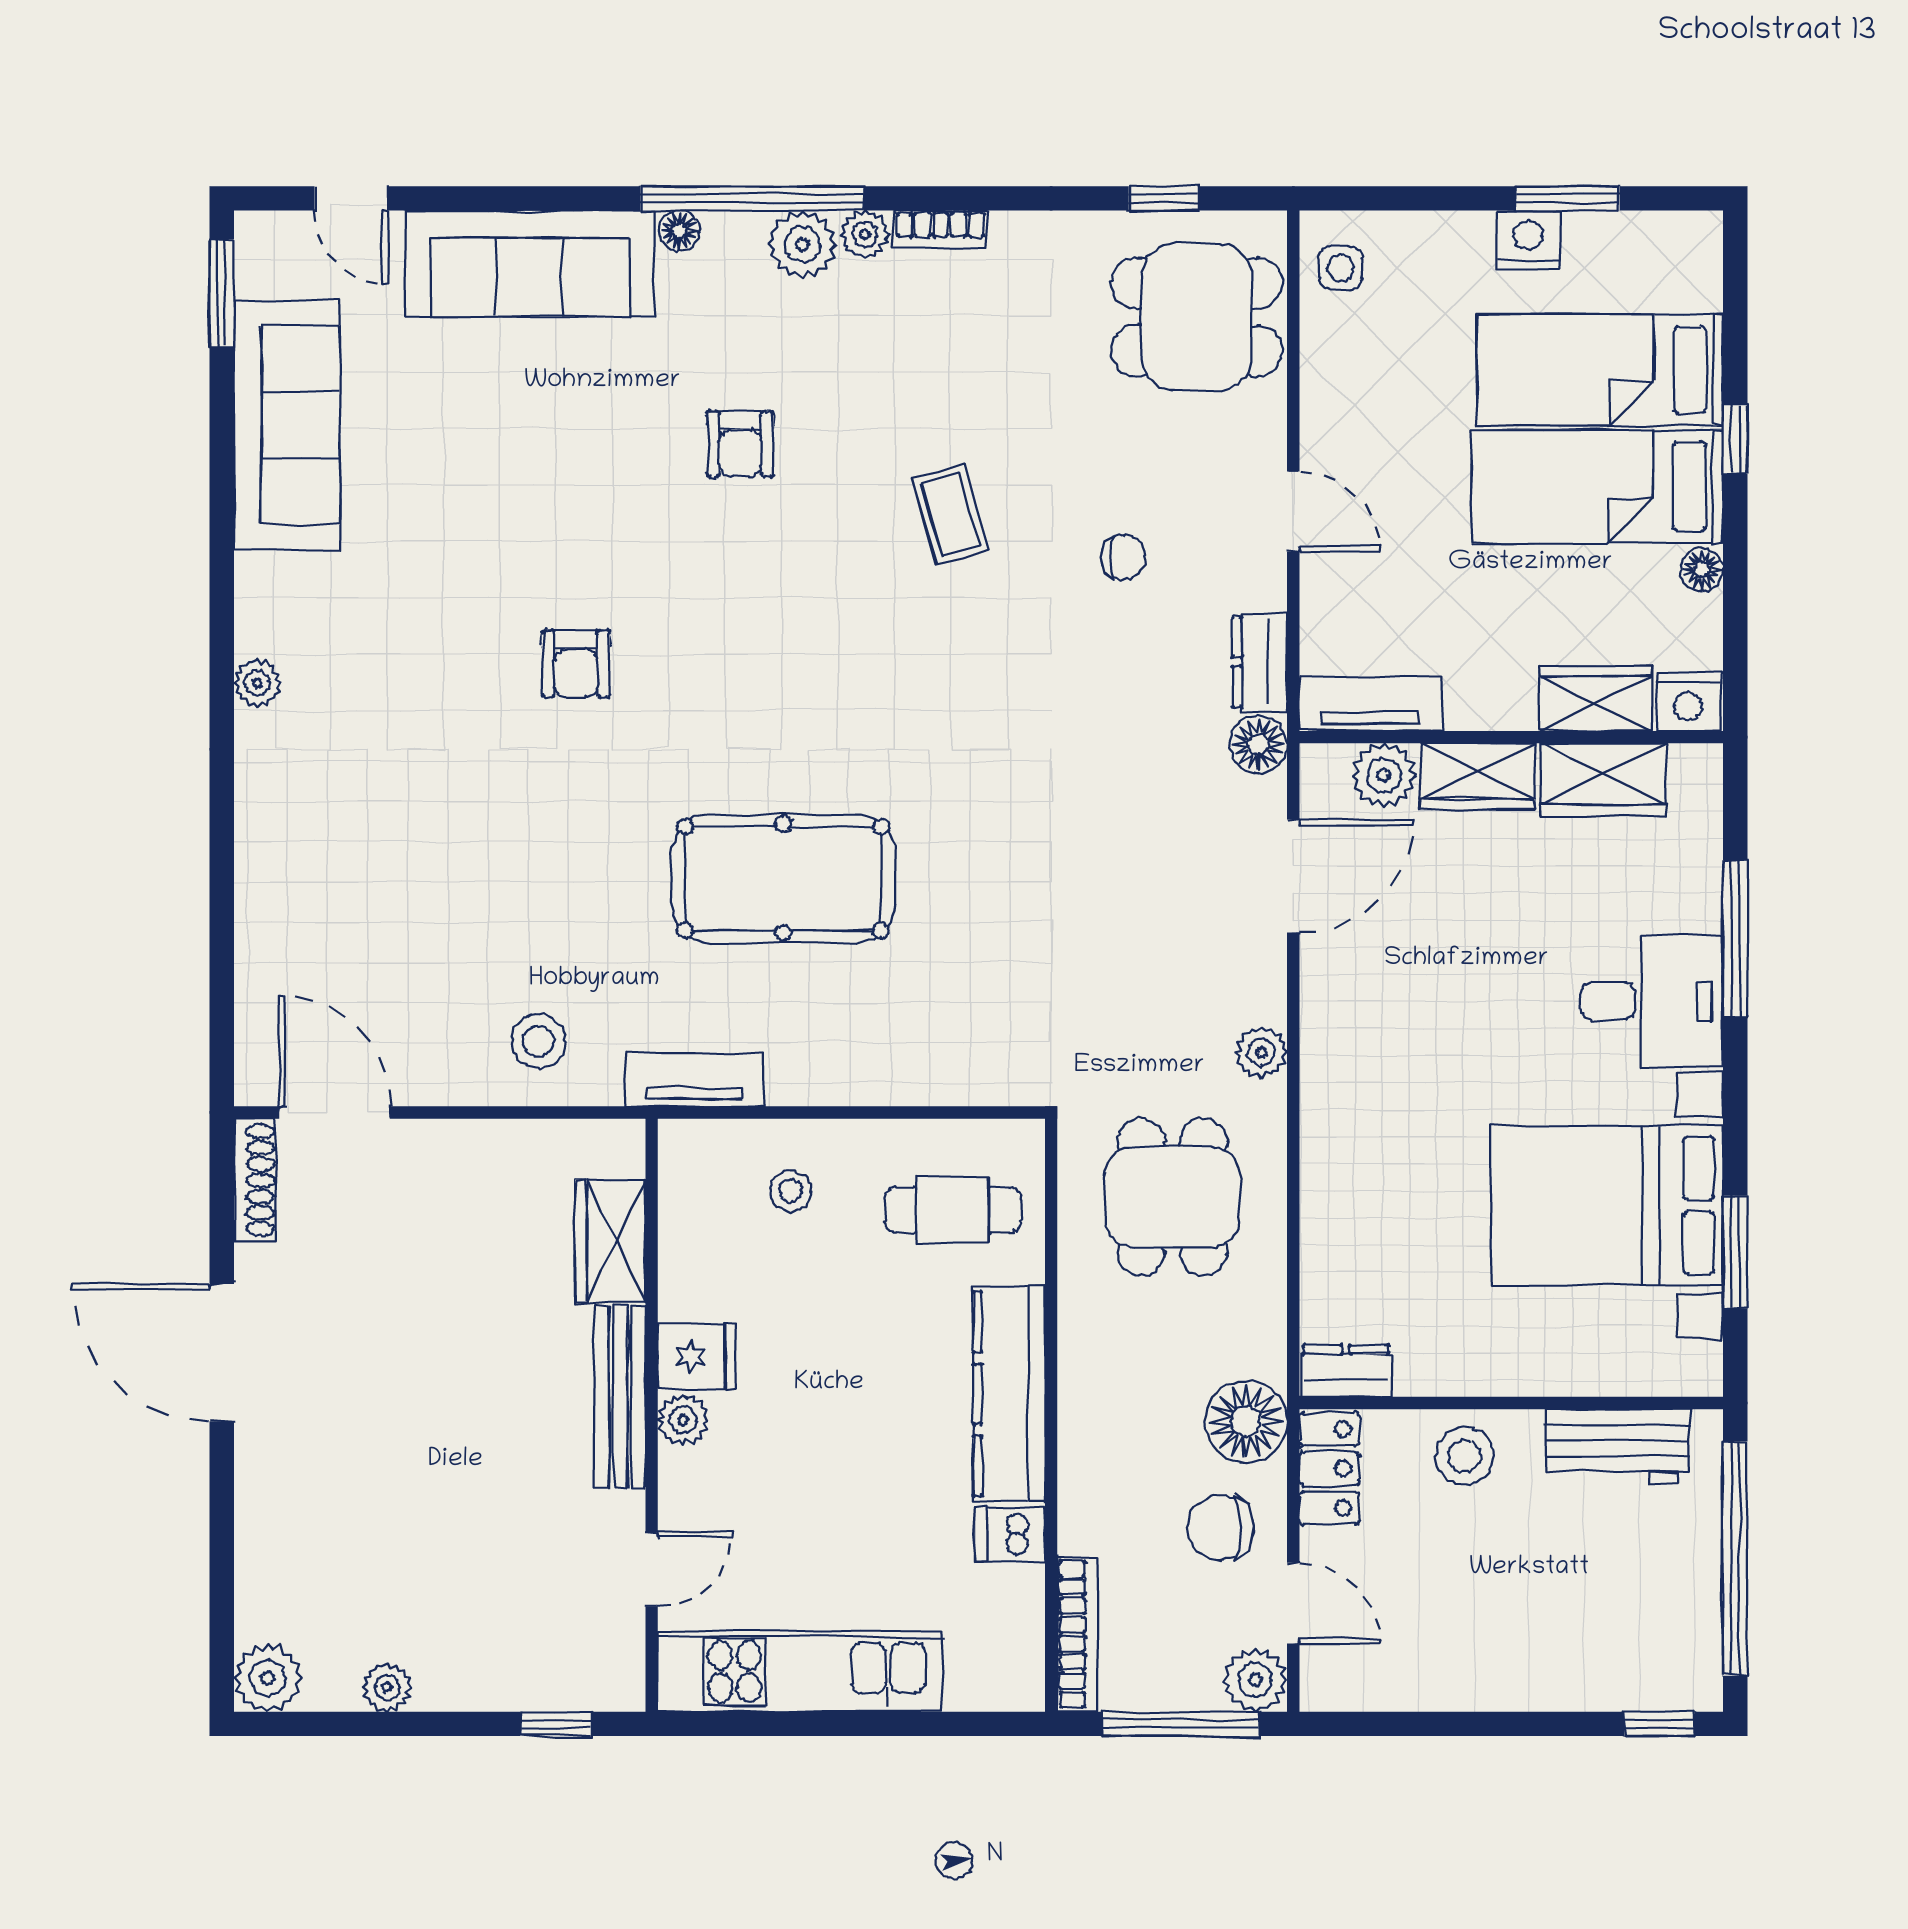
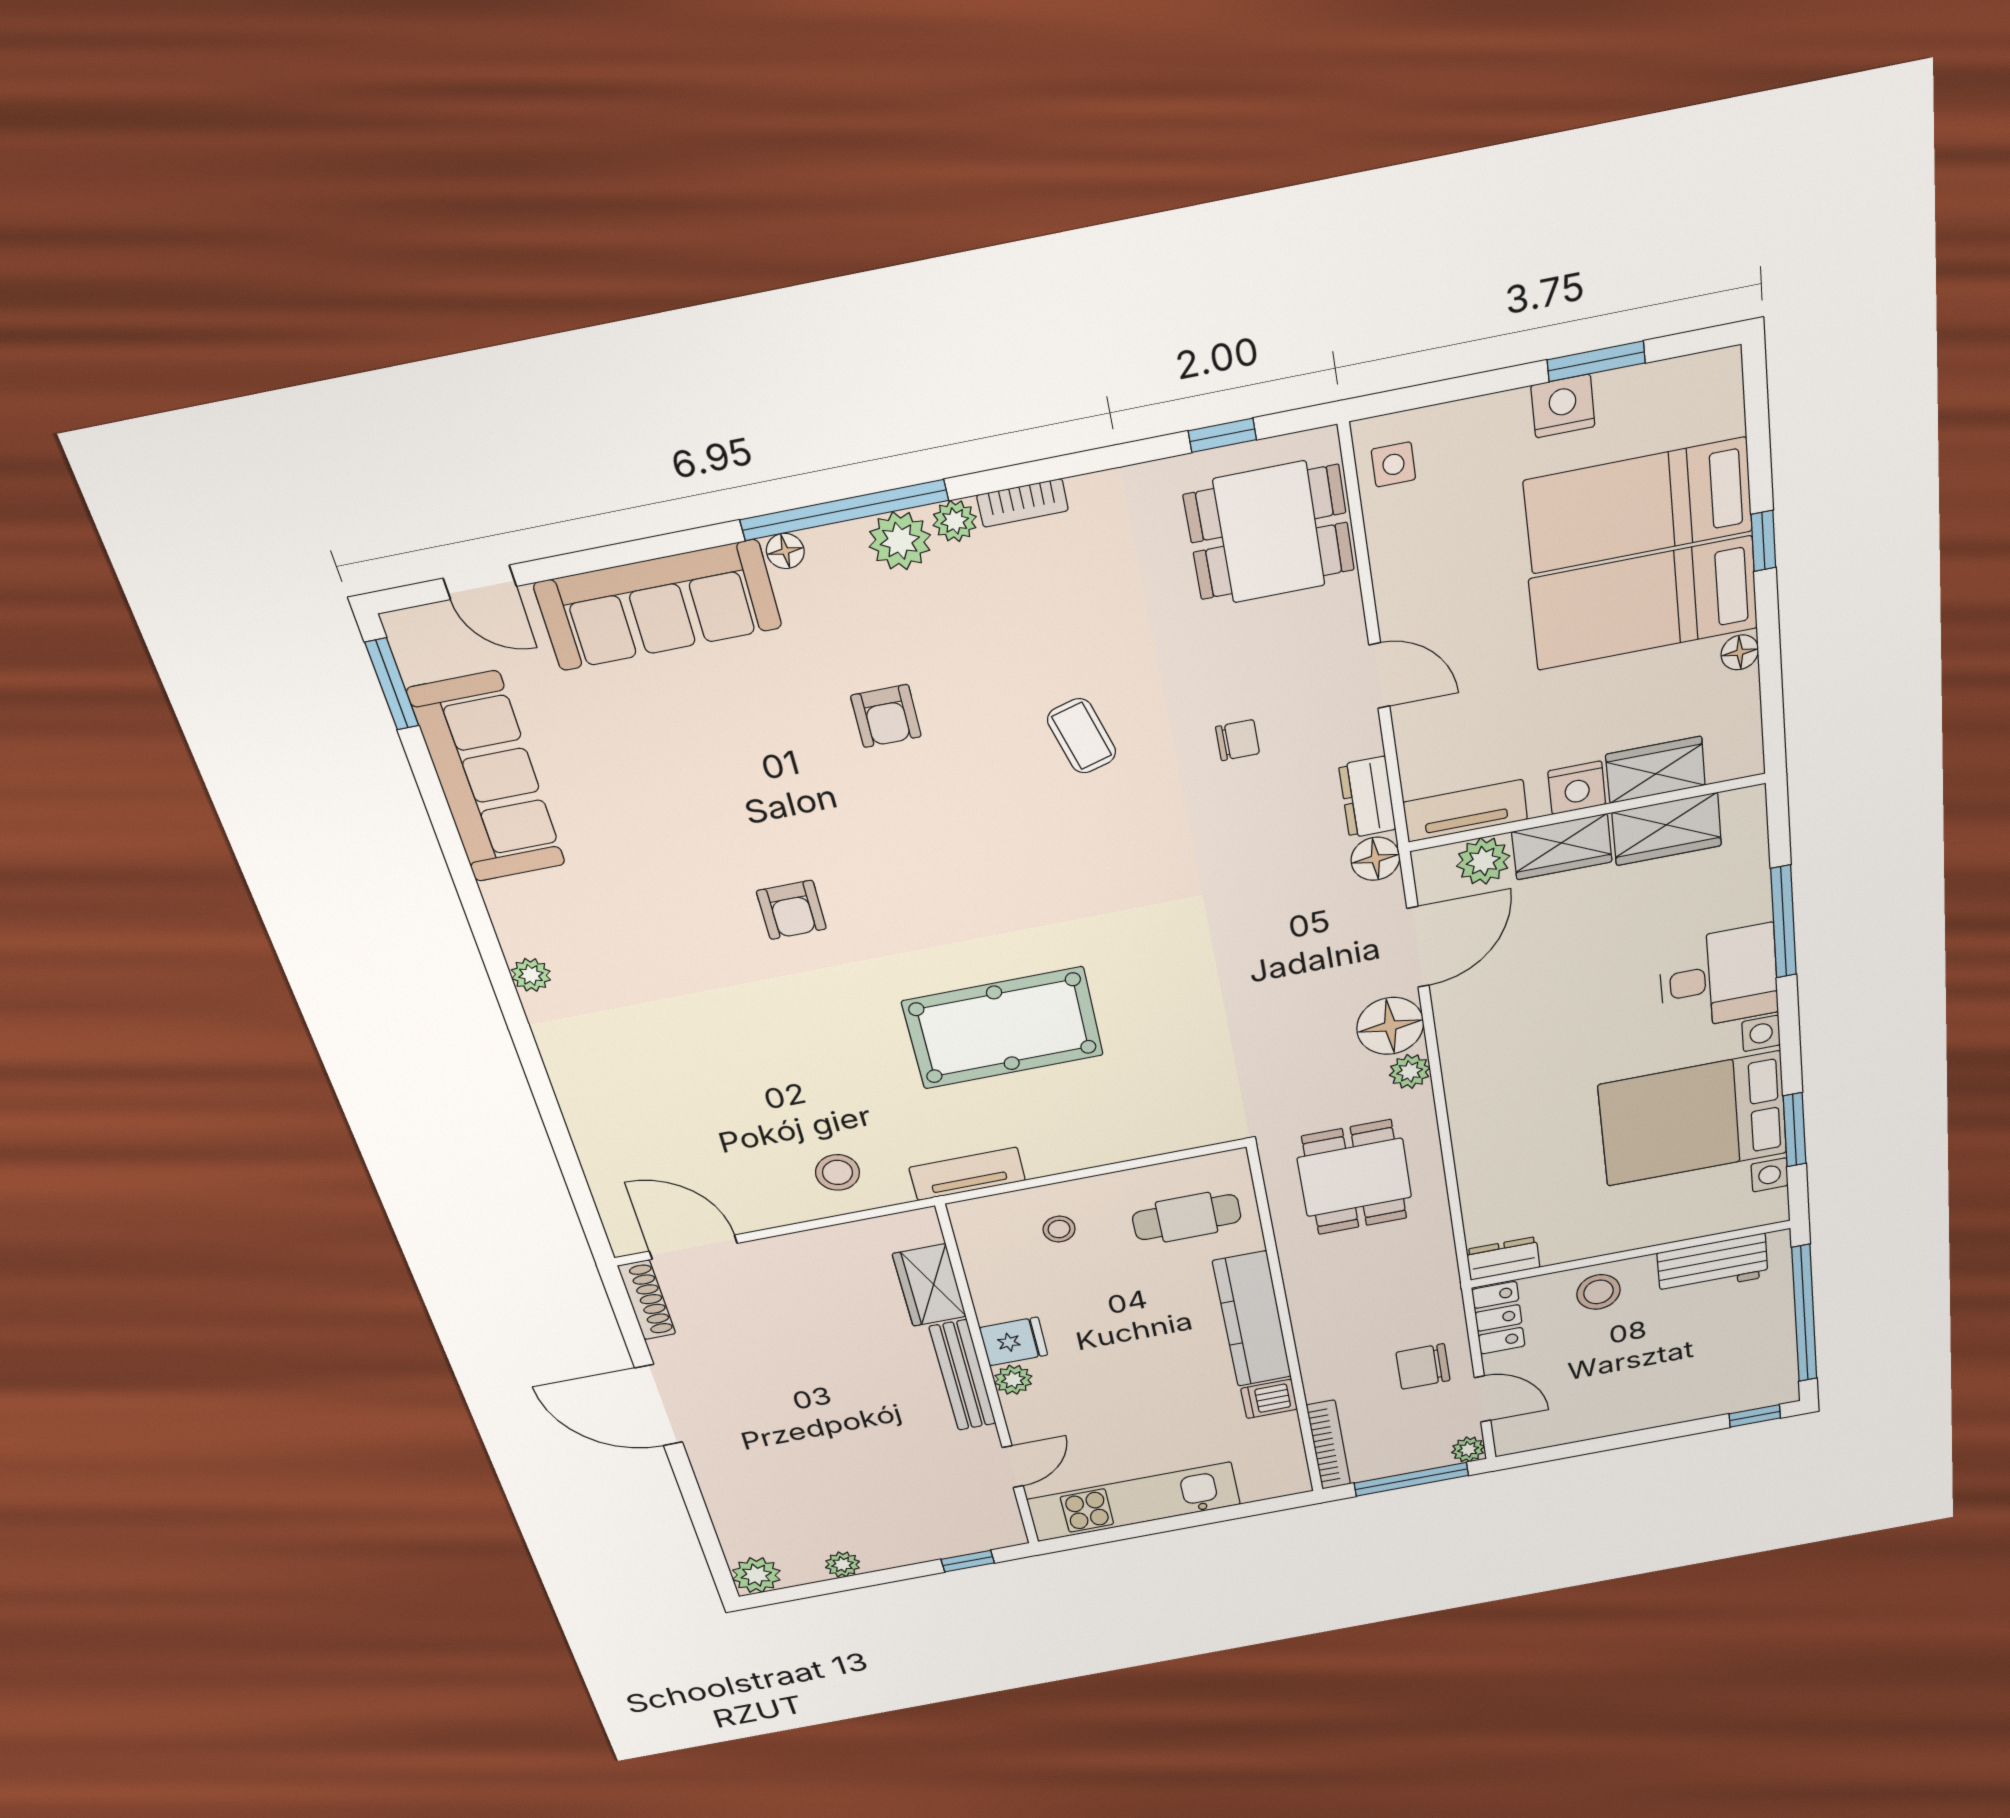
nightstand: (1688, 702) -> (1577, 788), moved
floor lamp: (1246, 1421) -> (1390, 1026), moved
plant: (1255, 1680) -> (1468, 1449), width x0.73, depth x0.73

